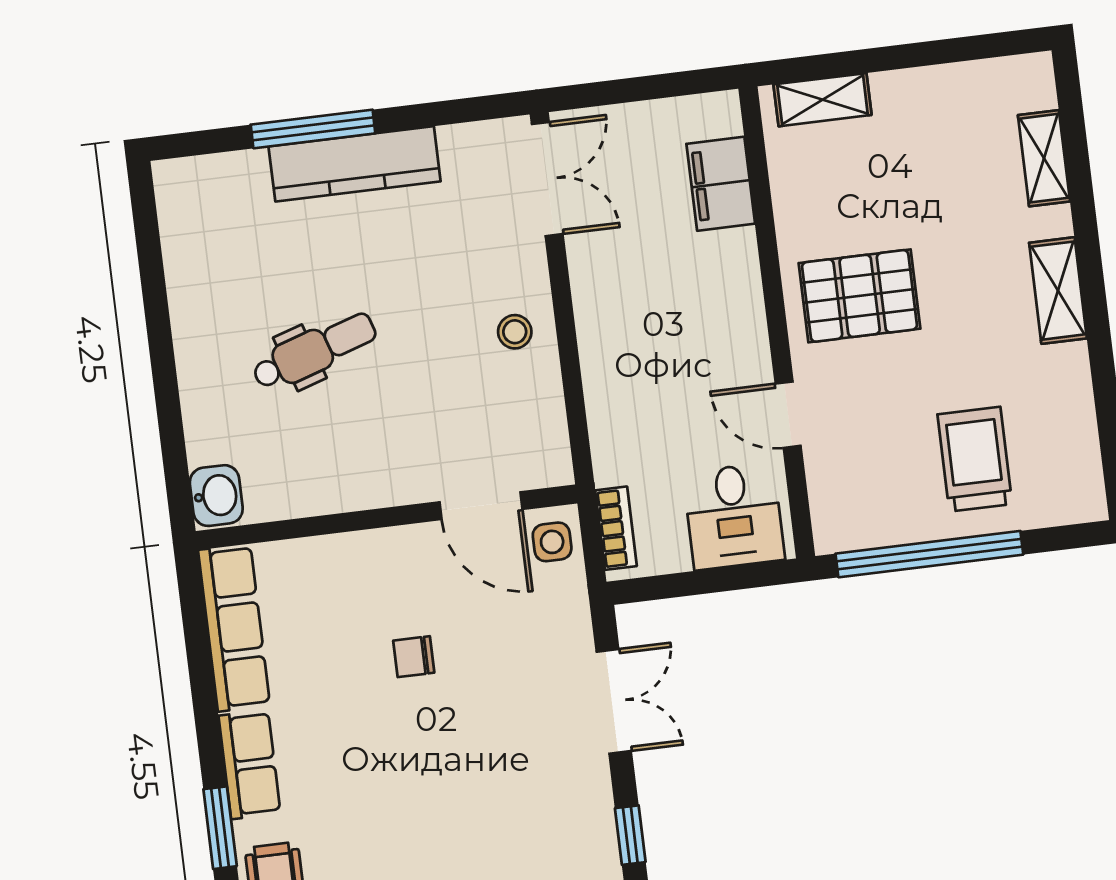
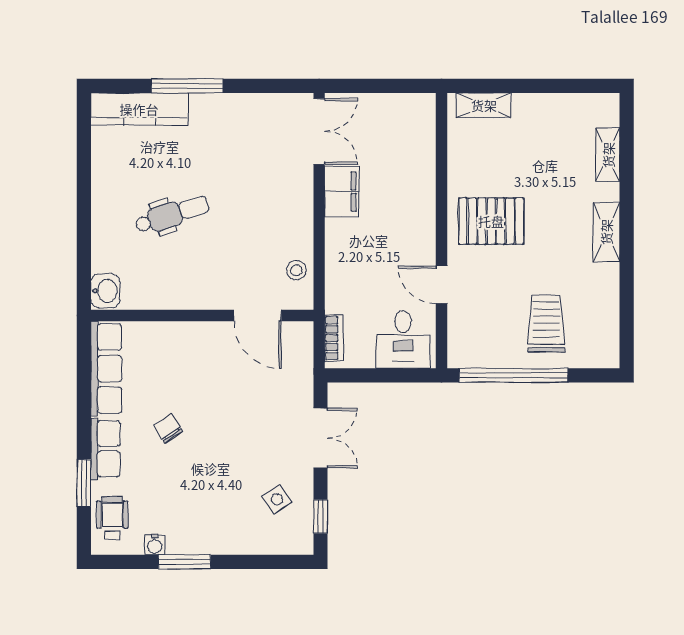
kitchen counter: (355, 164) -> (139, 109), moved
filing cabinet: (721, 184) -> (342, 192), moved, turned 180
stool: (515, 332) -> (296, 270), moved
side table: (552, 542) -> (277, 499), moved, turned -34
chair: (414, 657) -> (168, 428), moved, turned 57

